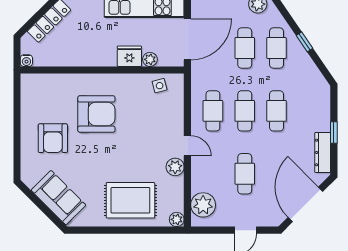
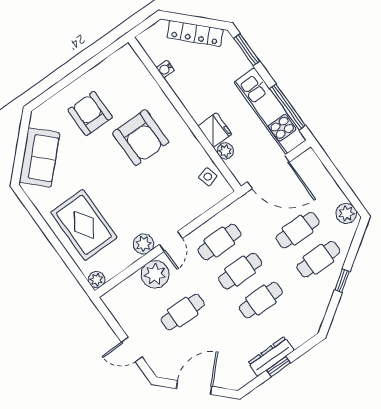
water cooler: (26, 61) -> (165, 69), moved
armchair: (53, 138) -> (90, 114), turned 90
dresser: (323, 153) -> (271, 356), moved
door: (305, 204) -> (194, 387), width x0.73
plant: (203, 205) -> (155, 274), moved

